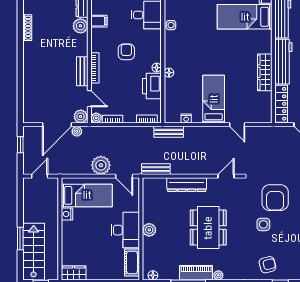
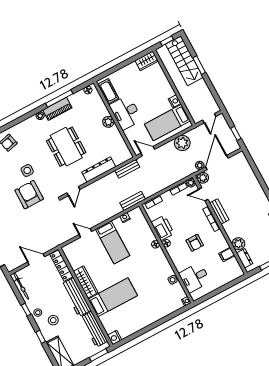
bed: (245, 17) -> (113, 297), moved
plant: (101, 165) -> (182, 143), moved

